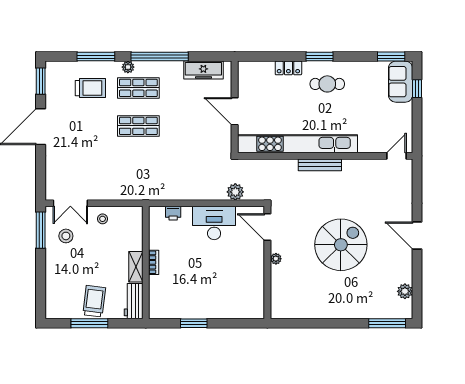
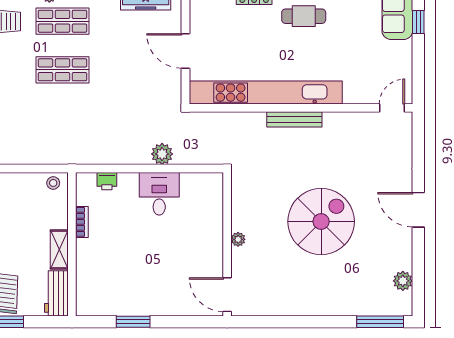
plant: (235, 192) -> (162, 154), moved
stool: (103, 219) -> (53, 183), moved
desk: (214, 223) -> (159, 194), width x0.73
door: (267, 227) -> (227, 295), moved
bookcase: (154, 262) -> (82, 222), moved

